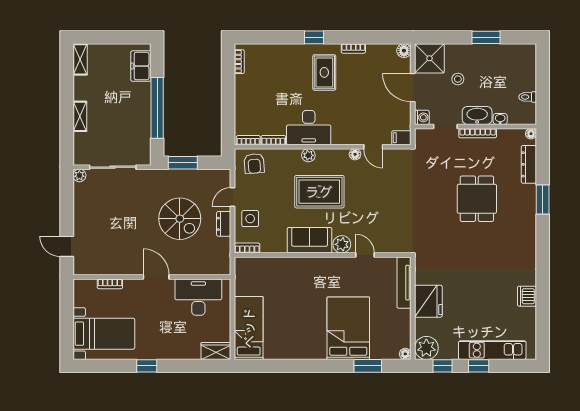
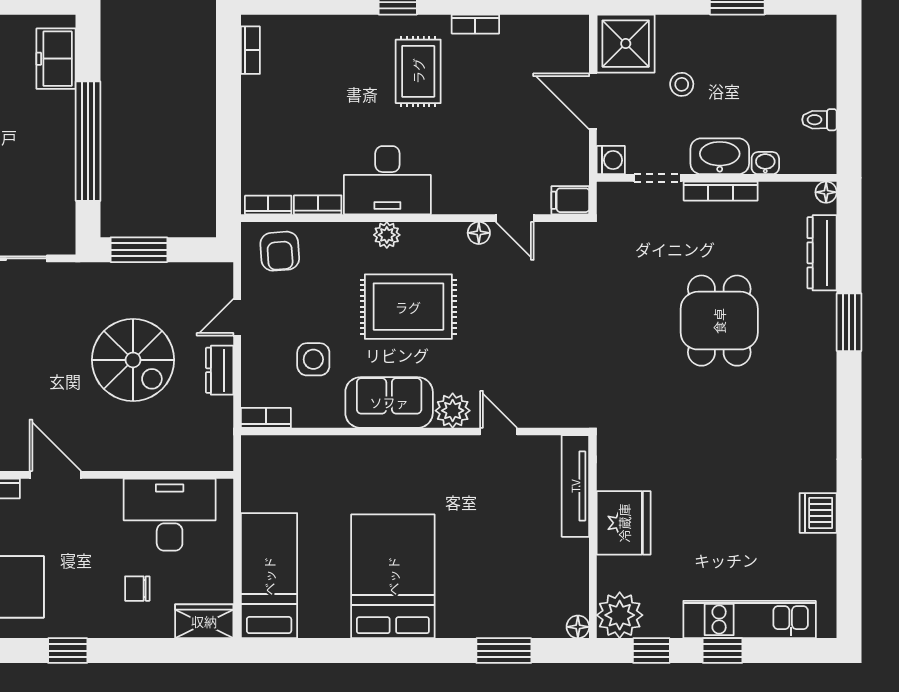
floor lamp: (404, 51) -> (575, 28), removed
side table: (250, 219) -> (313, 359), moved
door: (156, 277) -> (55, 475), moved
bed: (348, 328) -> (393, 576), moved
chair: (182, 335) -> (137, 589), added

